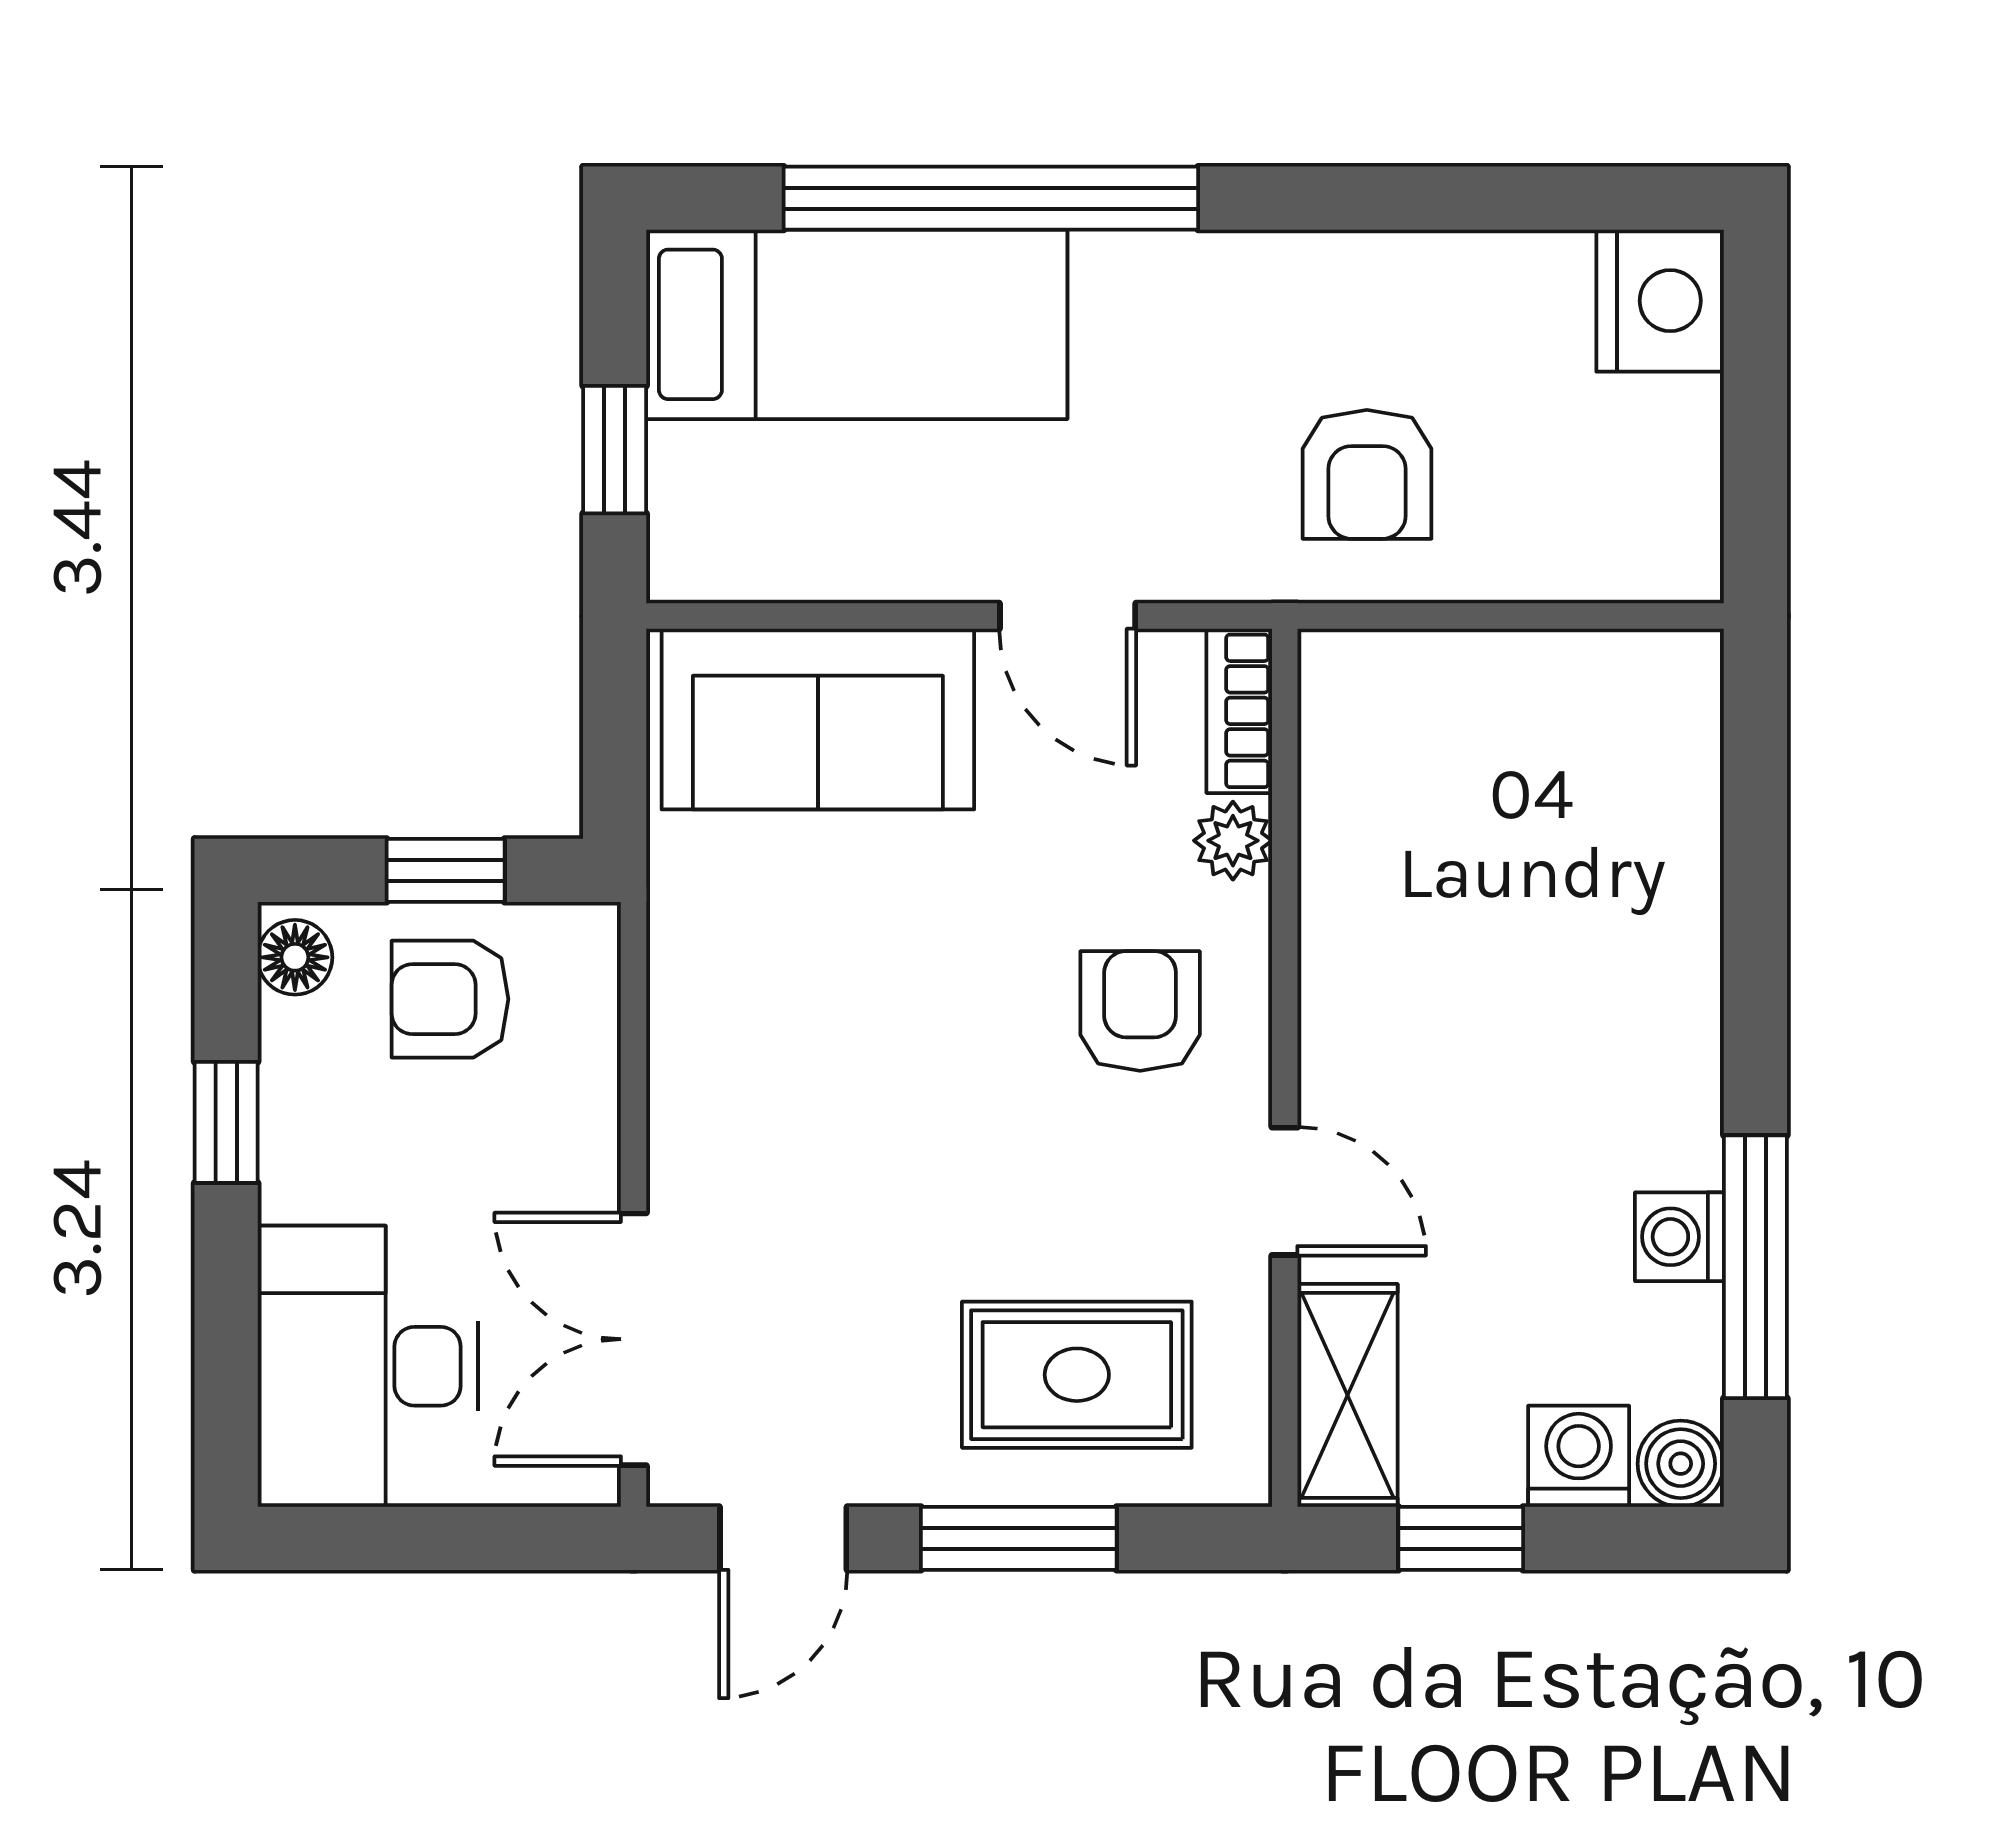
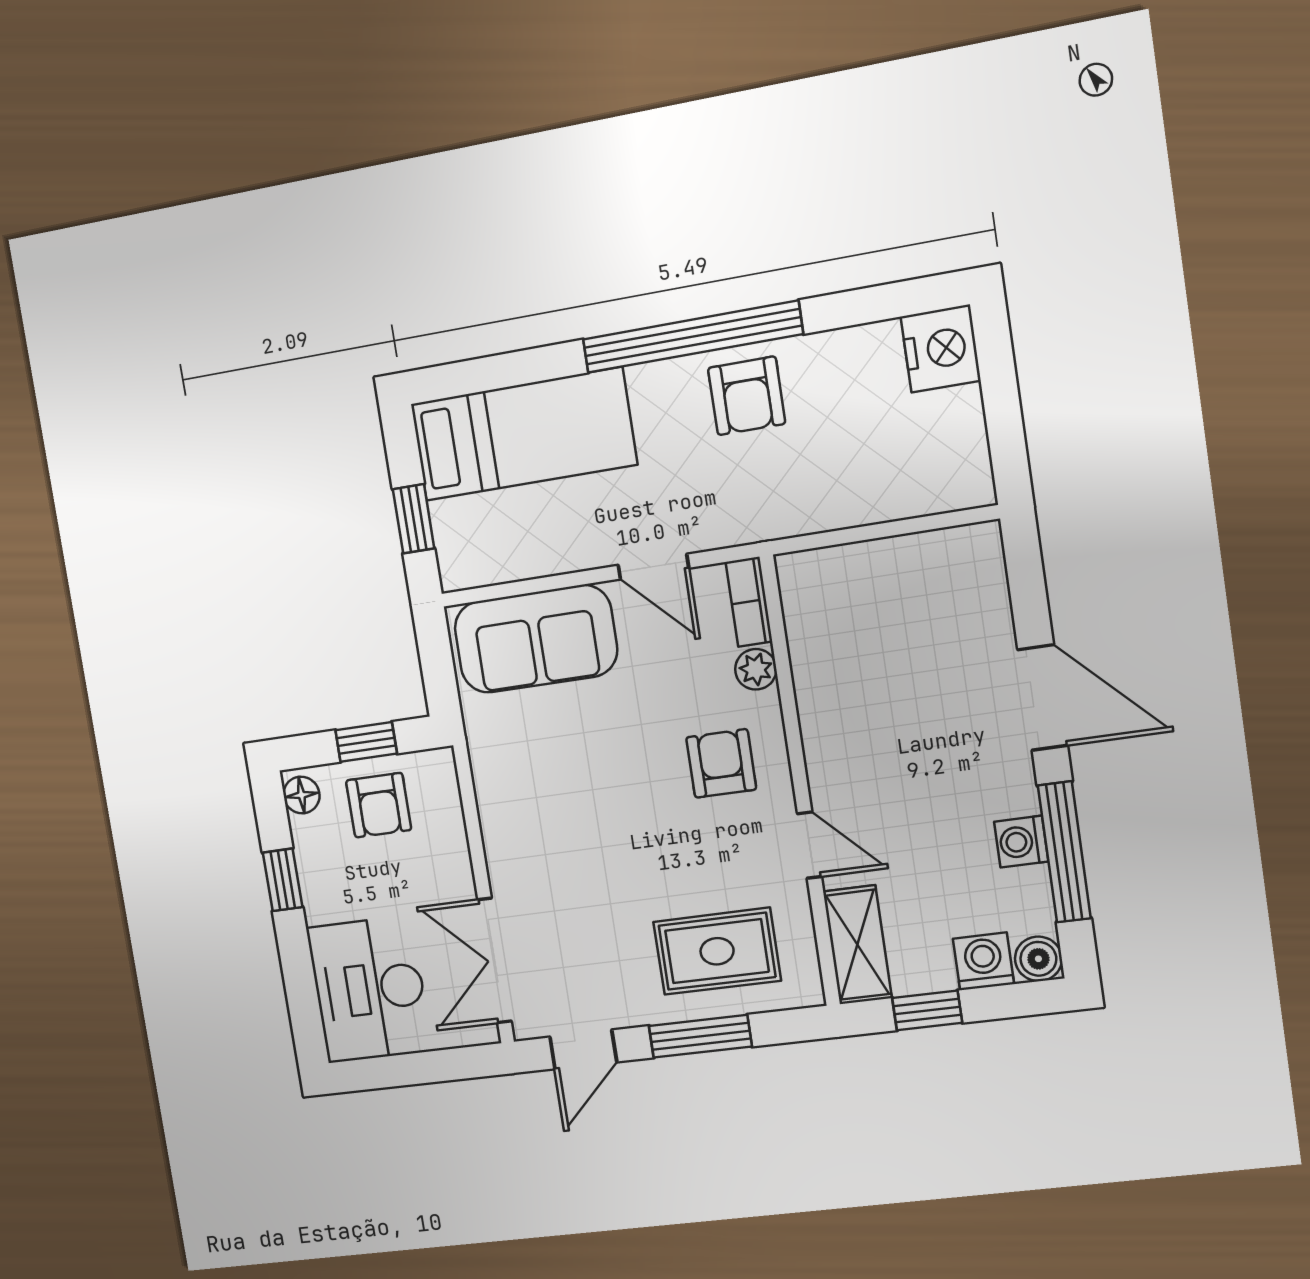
window: (991, 198) -> (692, 337), moved
armchair: (1367, 474) -> (747, 396), moved
door: (1755, 972) -> (1043, 698), added
armchair: (450, 999) -> (379, 805), turned -90

